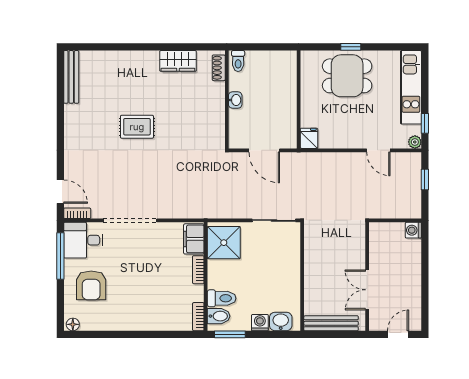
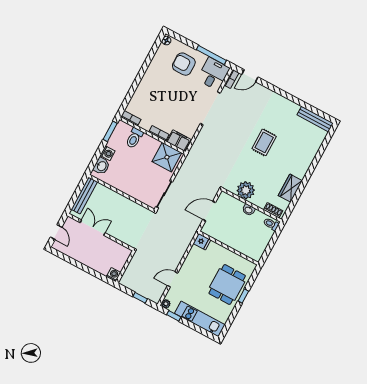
plant: (212, 117) -> (246, 190), added
bidet: (219, 316) -> (125, 131), removed

